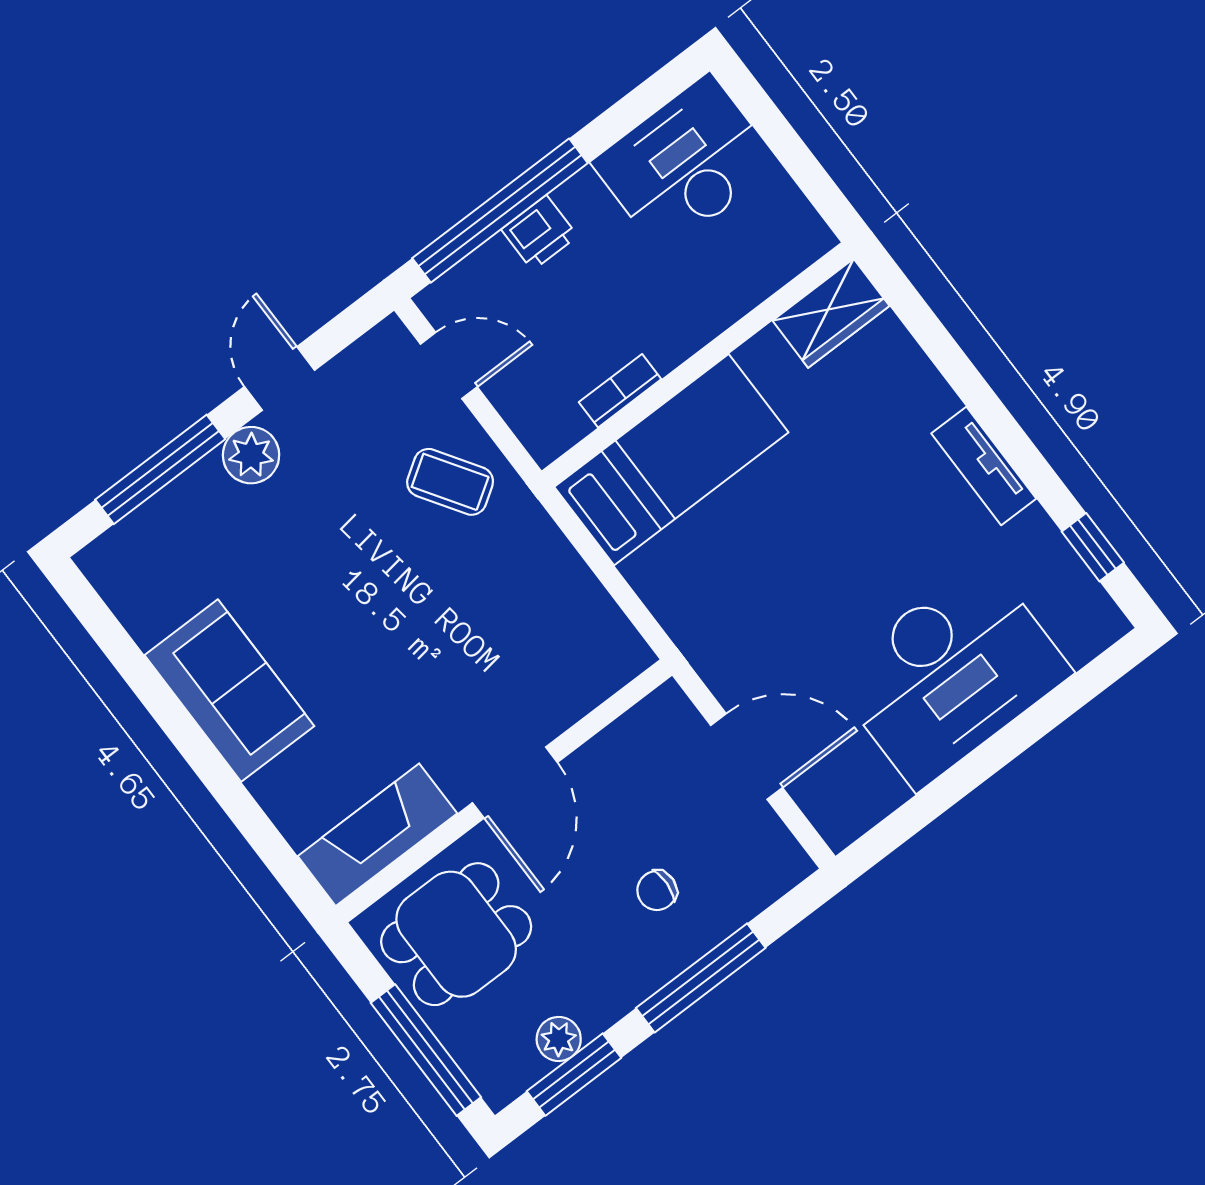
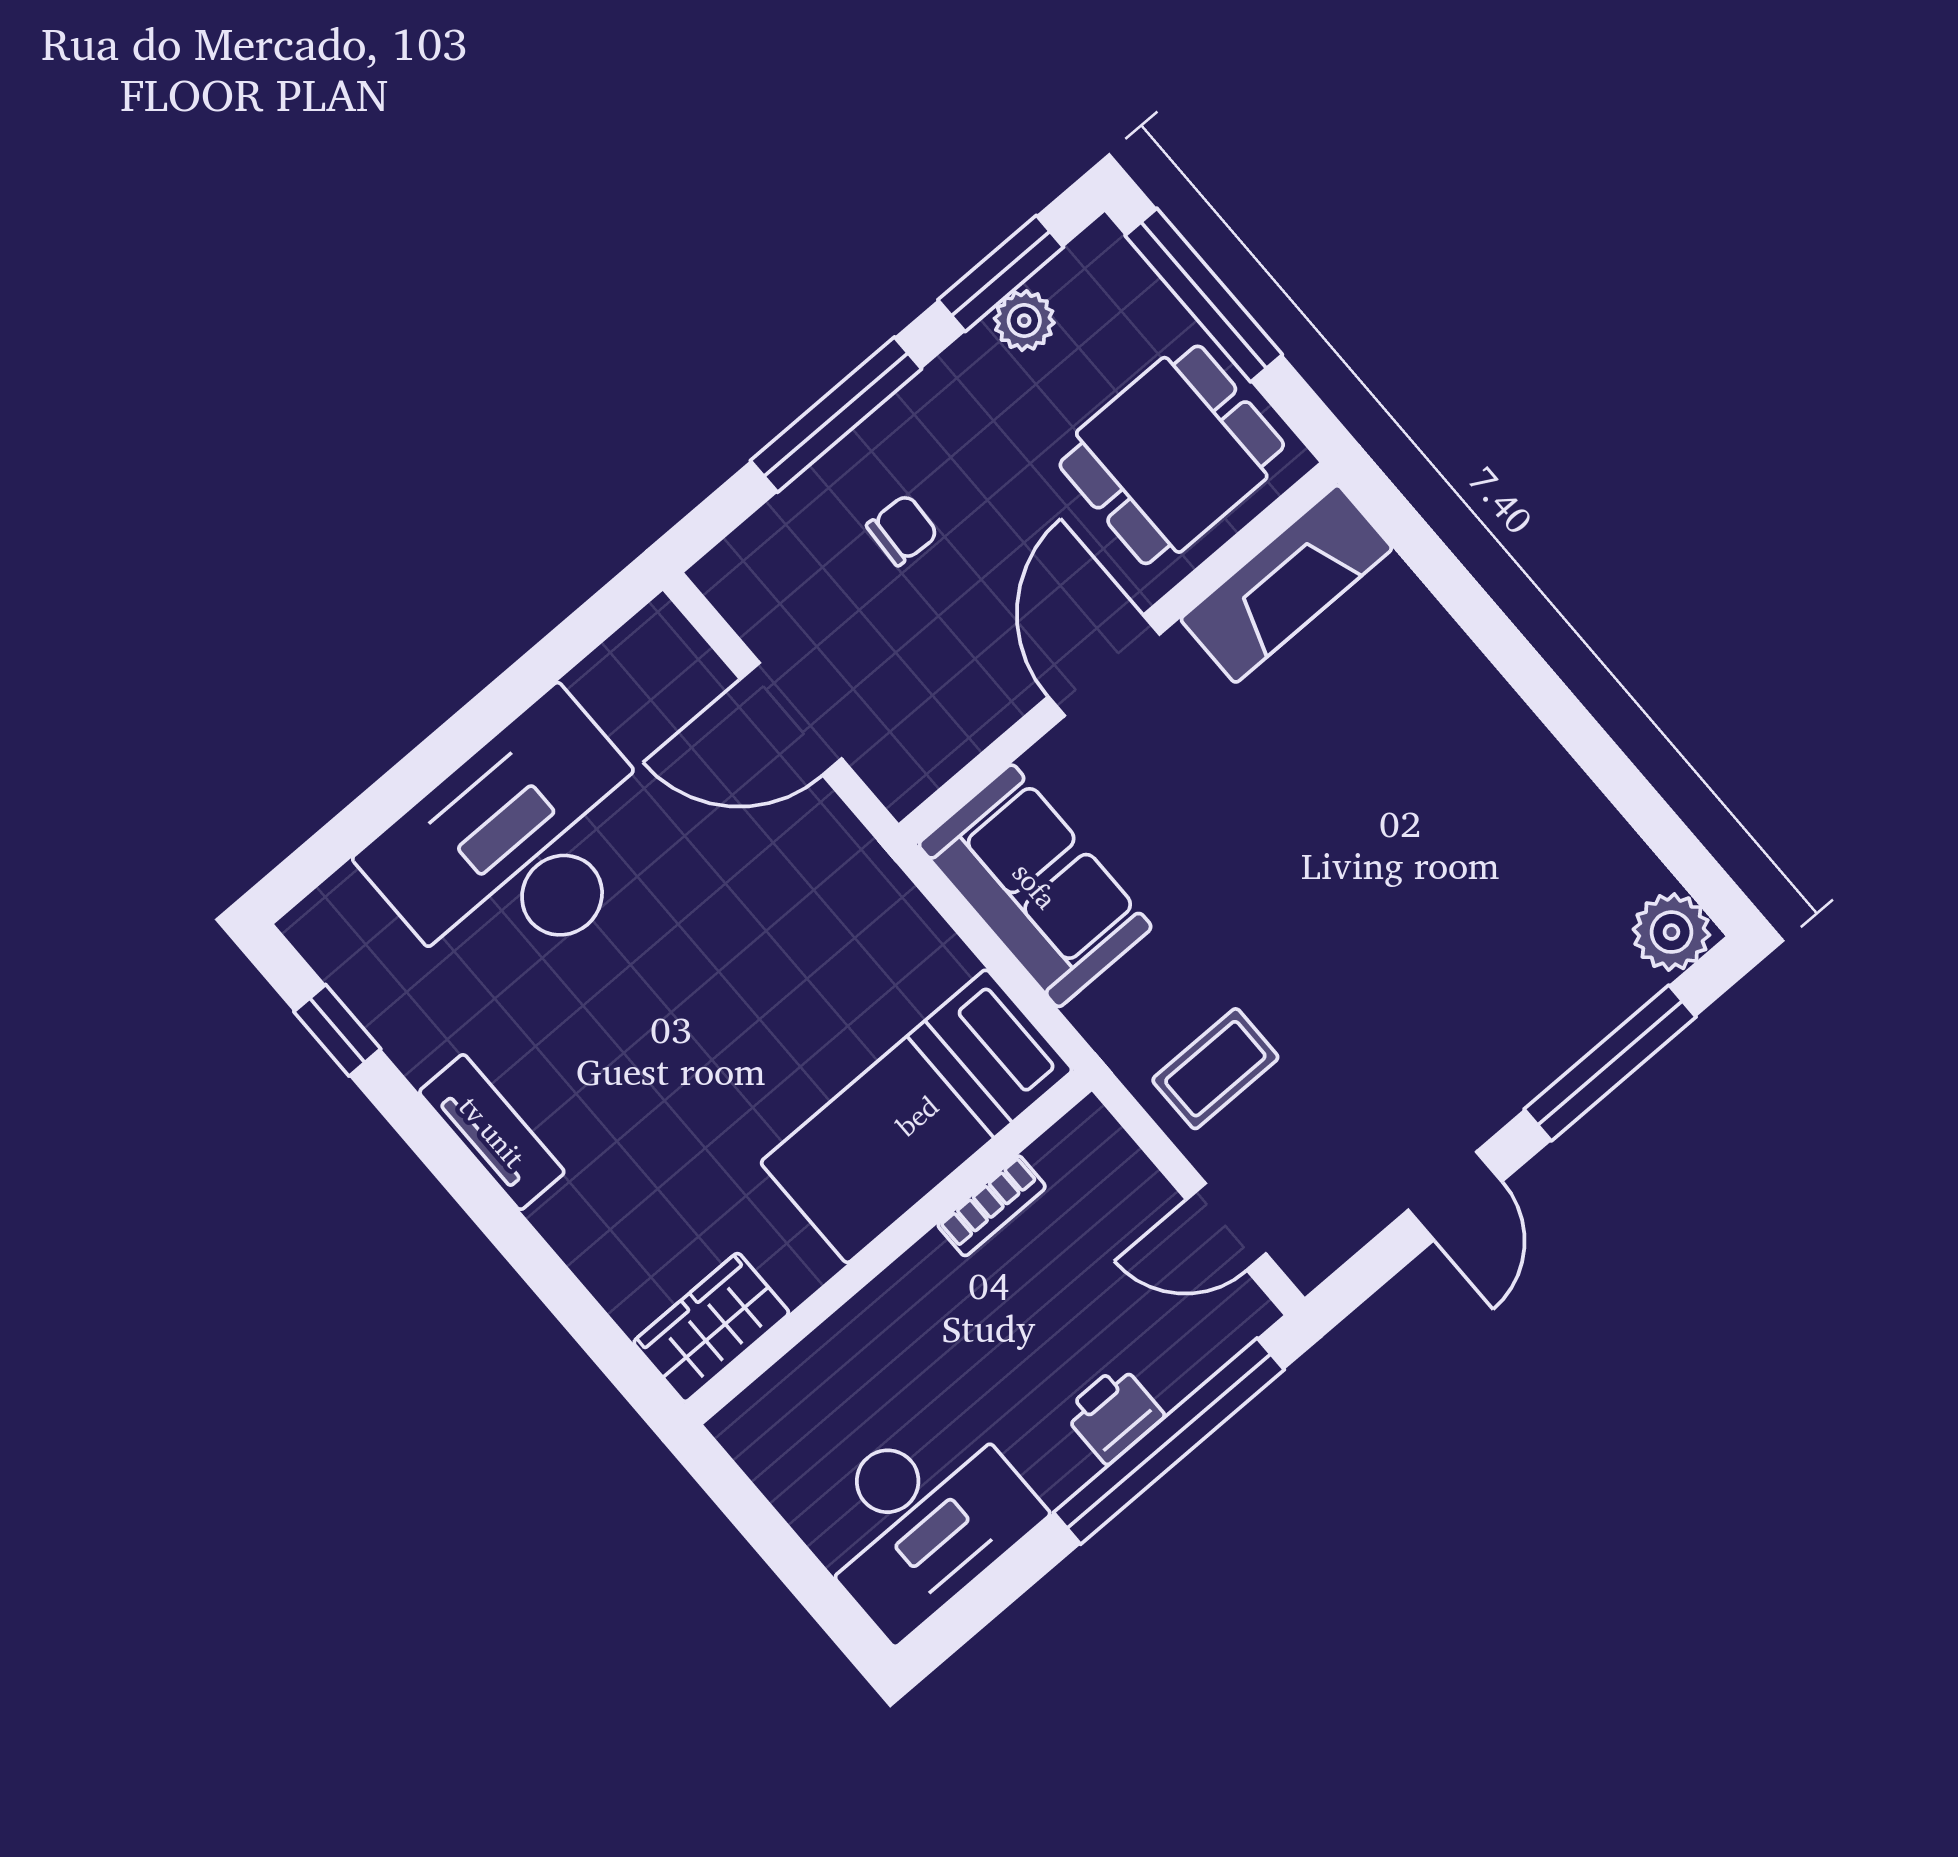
plant: (251, 455) -> (1671, 932), moved
coffee table: (450, 482) -> (1215, 1069), turned -57
sofa: (229, 691) -> (1035, 886), moved, turned 180

